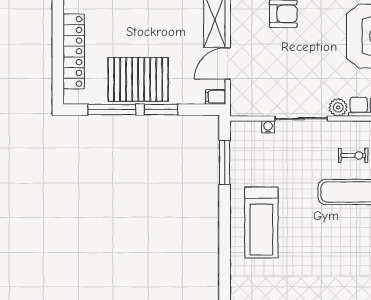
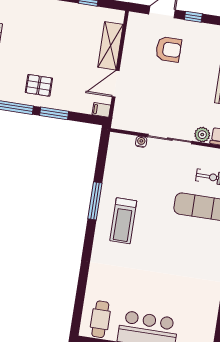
pallet: (138, 79) -> (39, 85), width x0.49, depth x0.50
window: (225, 162) -> (95, 201), moved
treadmill: (261, 223) -> (123, 221), width x0.73, depth x0.73

